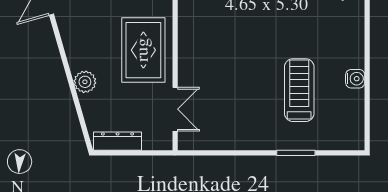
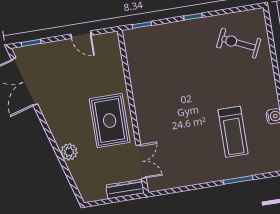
treadmill: (299, 90) -> (233, 132), turned 180
dresser: (118, 141) -> (125, 189), moved

